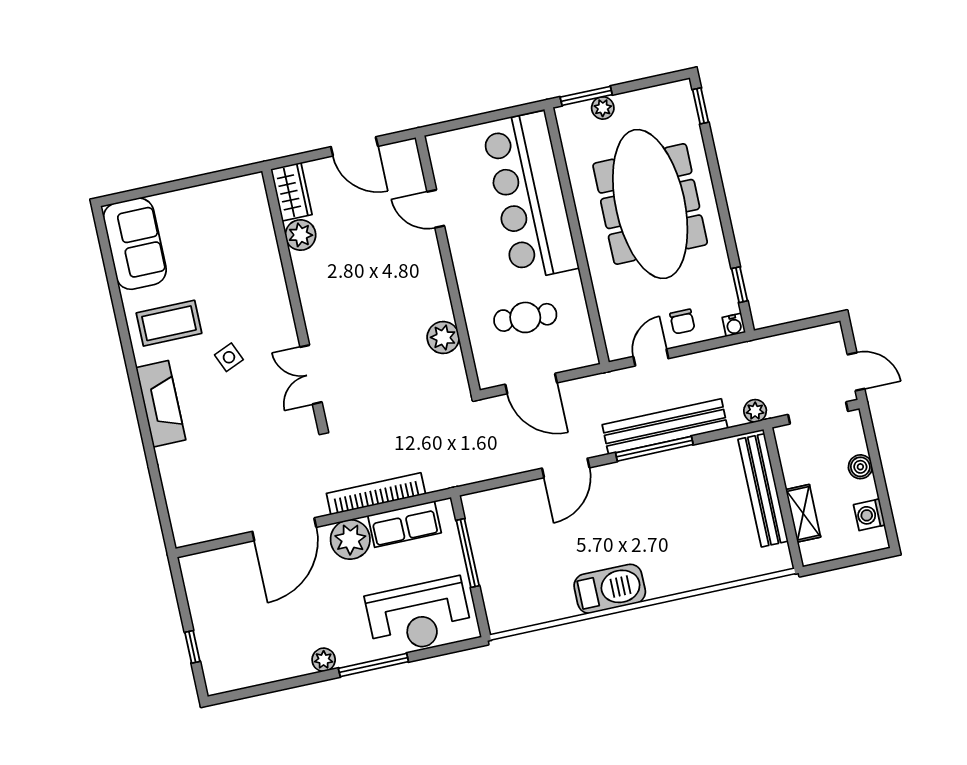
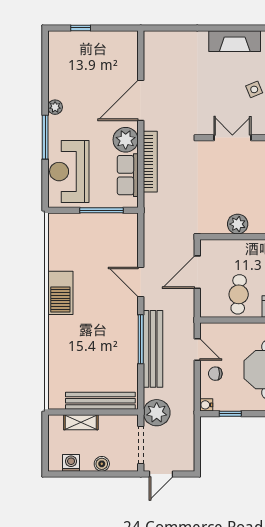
cafe table: (525, 317) -> (239, 294), moved
plant: (755, 411) -> (157, 413), width x1.87, depth x1.87
door: (284, 529) -> (141, 100), hinge flipped

